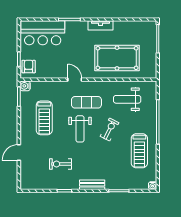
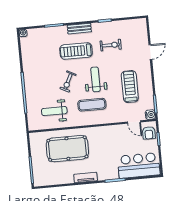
door: (75, 80) -> (134, 122), moved
weight bench: (127, 99) -> (54, 111), turned 180
treadmill: (139, 151) -> (76, 51), moved, turned -90

